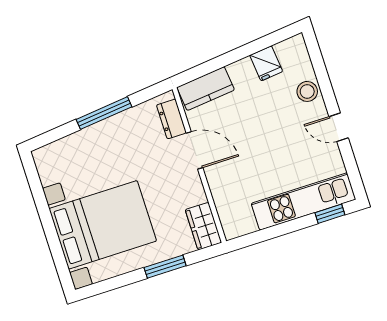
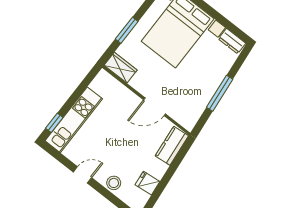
dresser: (171, 119) -> (232, 41), moved, turned 180

